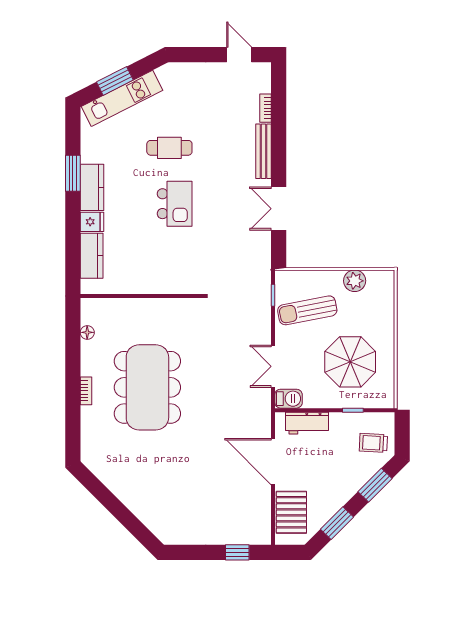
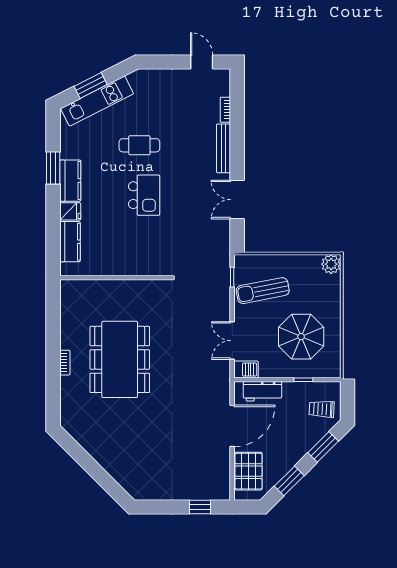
plant: (355, 281) -> (331, 264), moved
floor lamp: (87, 332) -> (66, 310), removed
door: (273, 462) -> (232, 426), swing flipped

